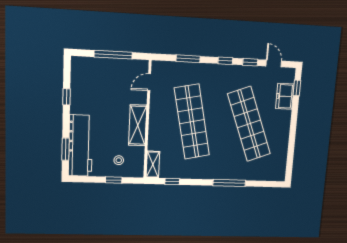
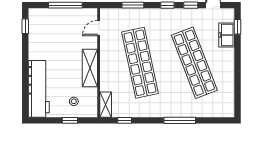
window: (66, 97) -> (25, 26), moved
window: (65, 149) -> (25, 93), removed

